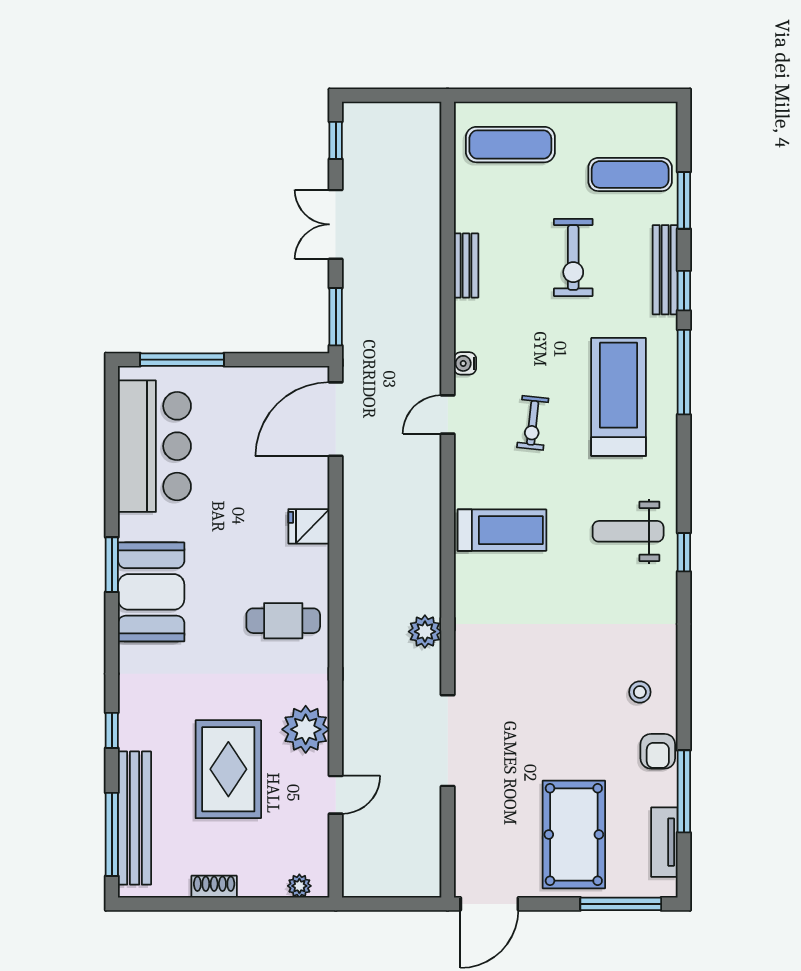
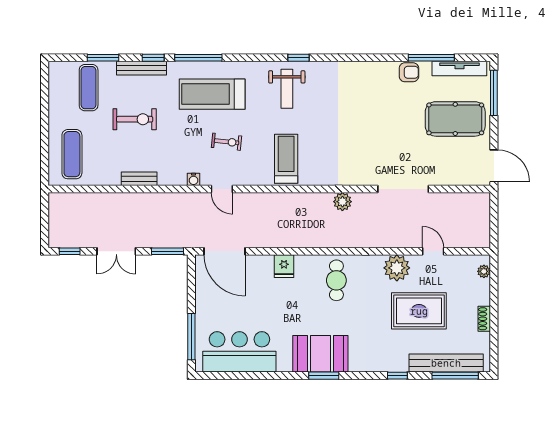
window: (112, 565) -> (324, 376), moved
stool: (640, 692) -> (376, 82), removed
tv unit: (664, 842) -> (459, 69), width x1.41

